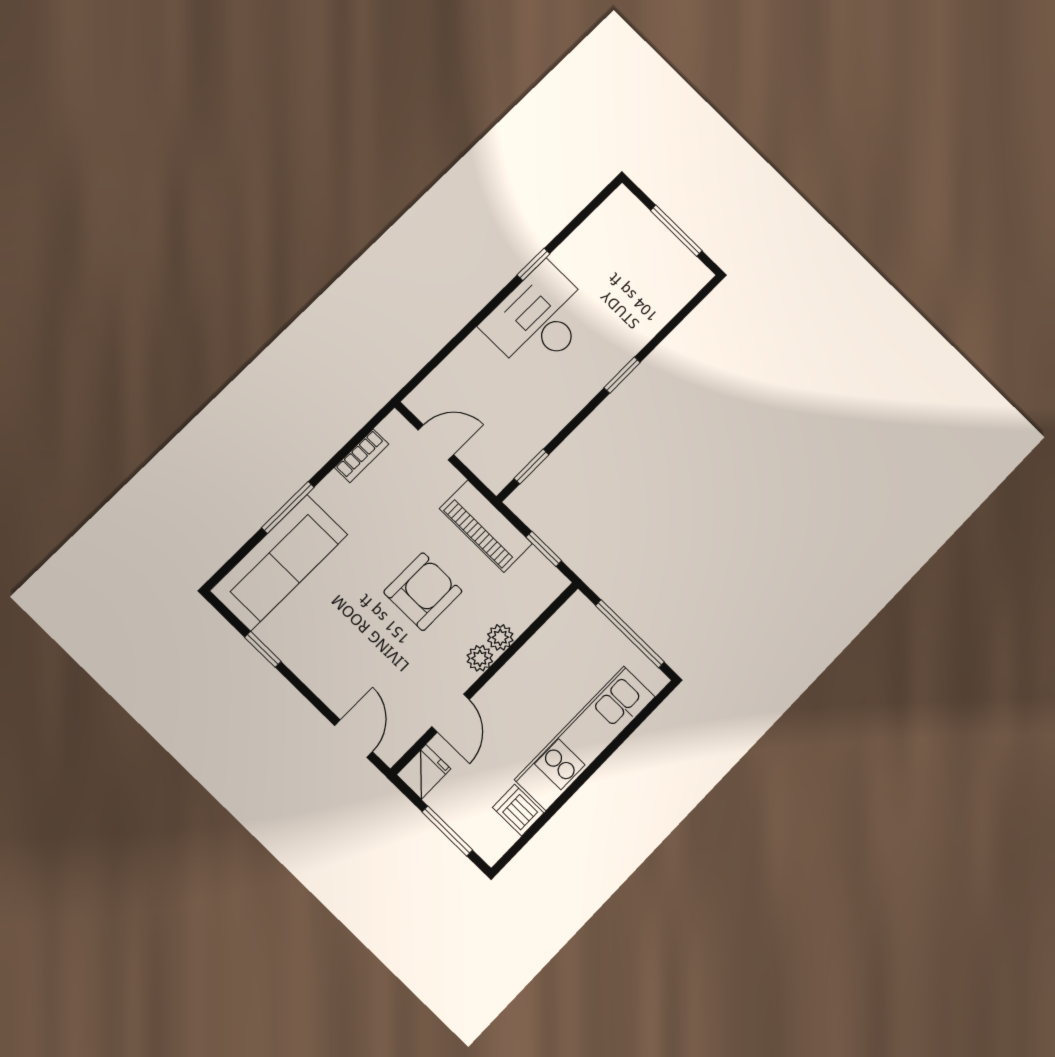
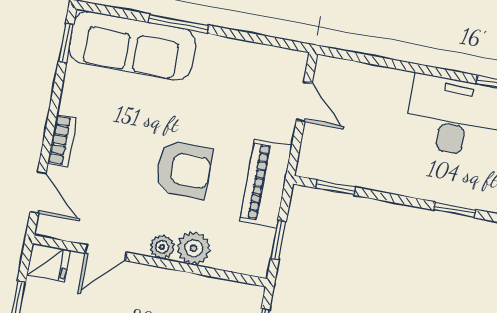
bookcase: (362, 456) -> (62, 140), moved, turned -90
plant: (500, 637) -> (194, 248), width x1.38, depth x1.38
window: (263, 649) -> (66, 43), moved
door: (354, 739) -> (38, 192), hinge flipped

